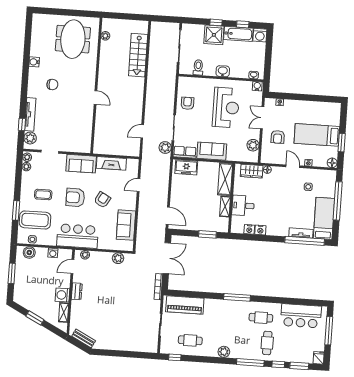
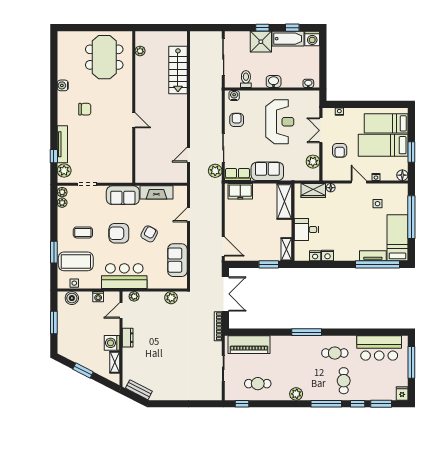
water cooler: (257, 86) -> (234, 96), moved
bed: (321, 116) -> (386, 123), added
shelving: (225, 207) -> (286, 249), moved

